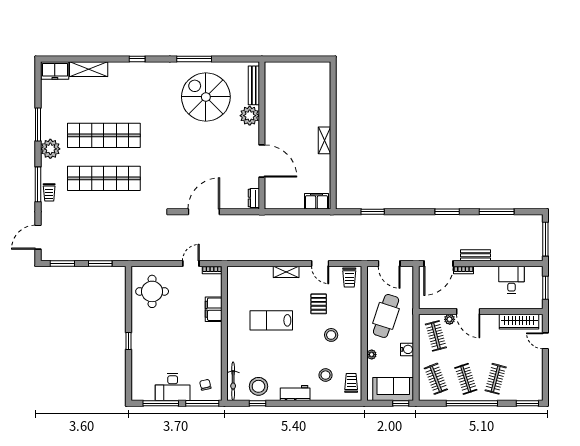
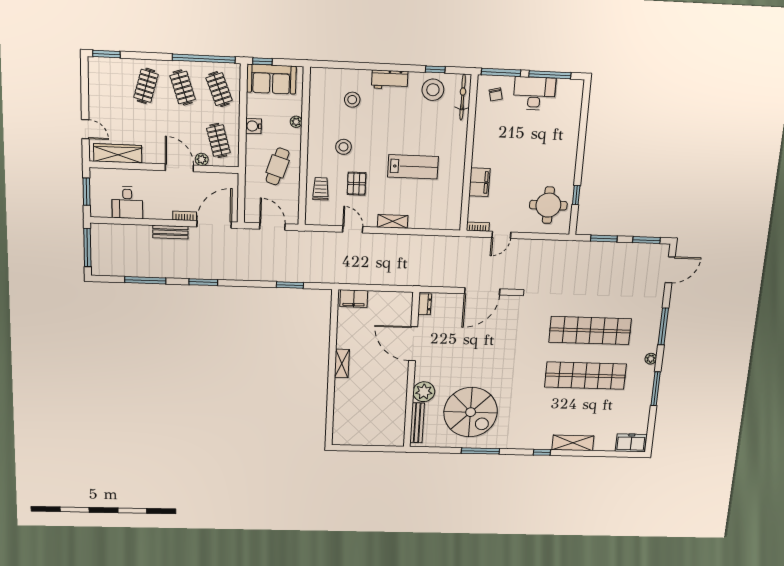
shelving: (89, 69) -> (573, 443), moved
plant: (50, 149) -> (651, 359), width x0.53, depth x0.53
trolley: (49, 192) -> (652, 318), removed
trolley: (349, 278) -> (321, 189), moved
cafe table: (386, 316) -> (278, 166), width x0.73, depth x0.74
window: (129, 341) -> (576, 195), moved
trolley: (351, 383) -> (322, 89), removed
window: (472, 403) -> (204, 59), moved

